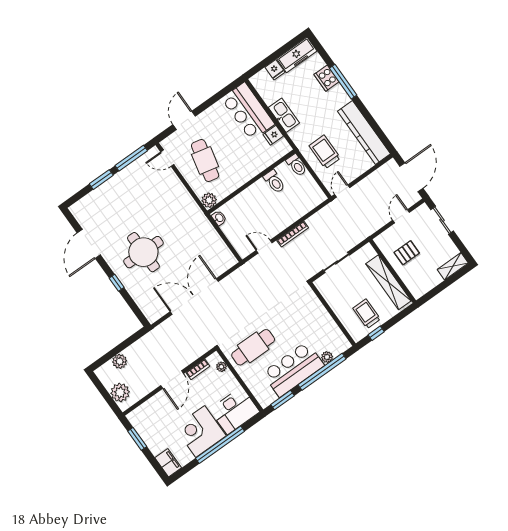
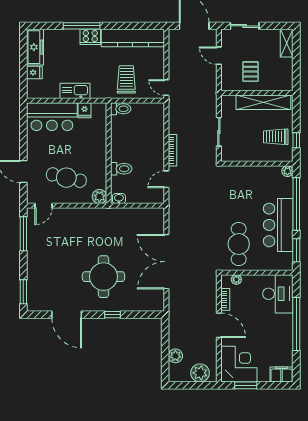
cooker: (327, 78) -> (90, 37), moved
trolley: (325, 152) -> (126, 79), turned 90
window: (101, 180) -> (23, 292), moved
toilet: (274, 181) -> (121, 169), moved
plant: (327, 357) -> (287, 171), moved
corner desk: (200, 431) -> (239, 364), moved, turned 180

